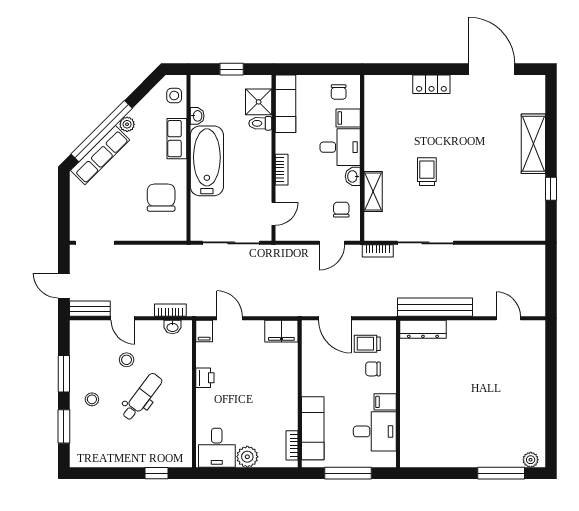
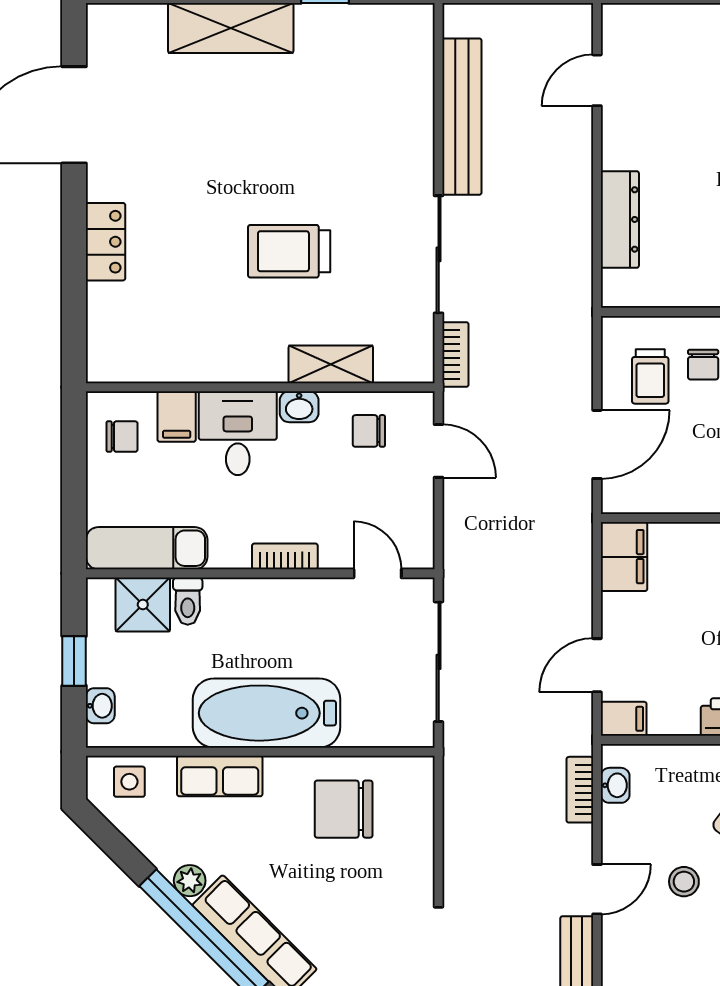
washbasin: (197, 116) -> (100, 706), moved, turned 90
trolley: (427, 172) -> (289, 251), width x1.36, depth x1.39
bench: (435, 307) -> (462, 117), moved
dresser: (423, 329) -> (620, 219), moved

